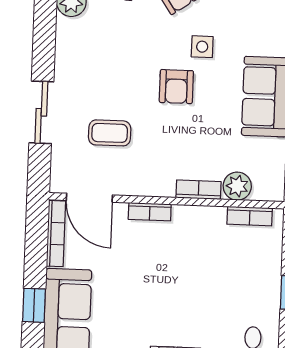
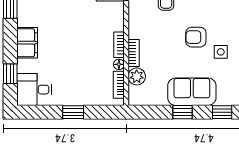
bookcase: (150, 212) -> (119, 45), moved
floor lamp: (216, 215) -> (119, 64), added

